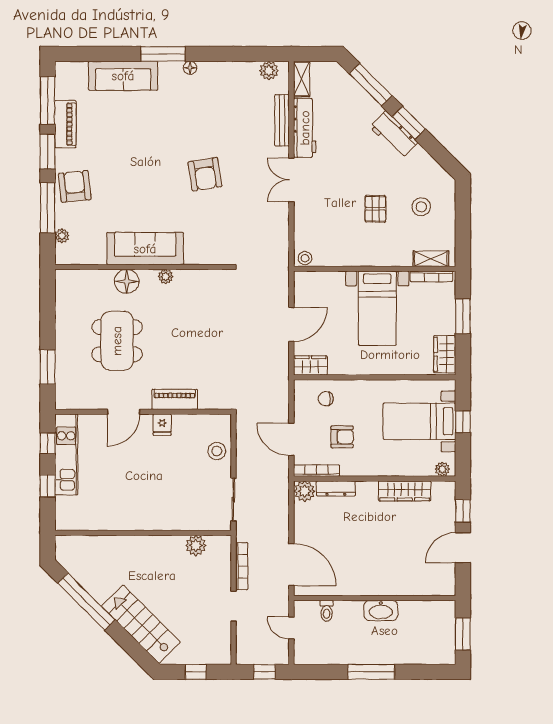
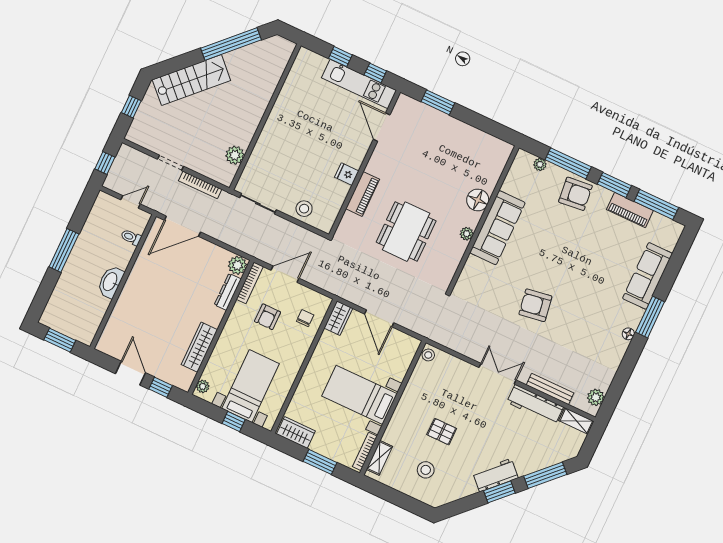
dining table: (117, 341) -> (406, 232), moved, turned 90
door: (124, 412) -> (382, 127), moved

